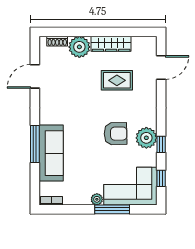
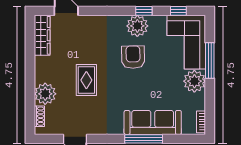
wardrobe: (111, 44) -> (42, 35), moved
rug: (117, 80) -> (86, 80), moved
plant: (97, 199) -> (194, 81), width x1.87, depth x1.87

